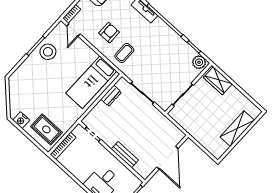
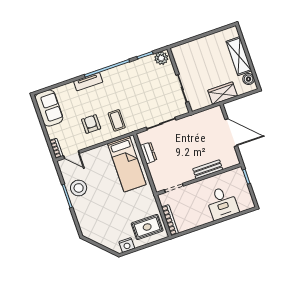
wardrobe: (218, 81) -> (223, 93), moved, turned 180
boiler: (222, 148) -> (248, 79), added

